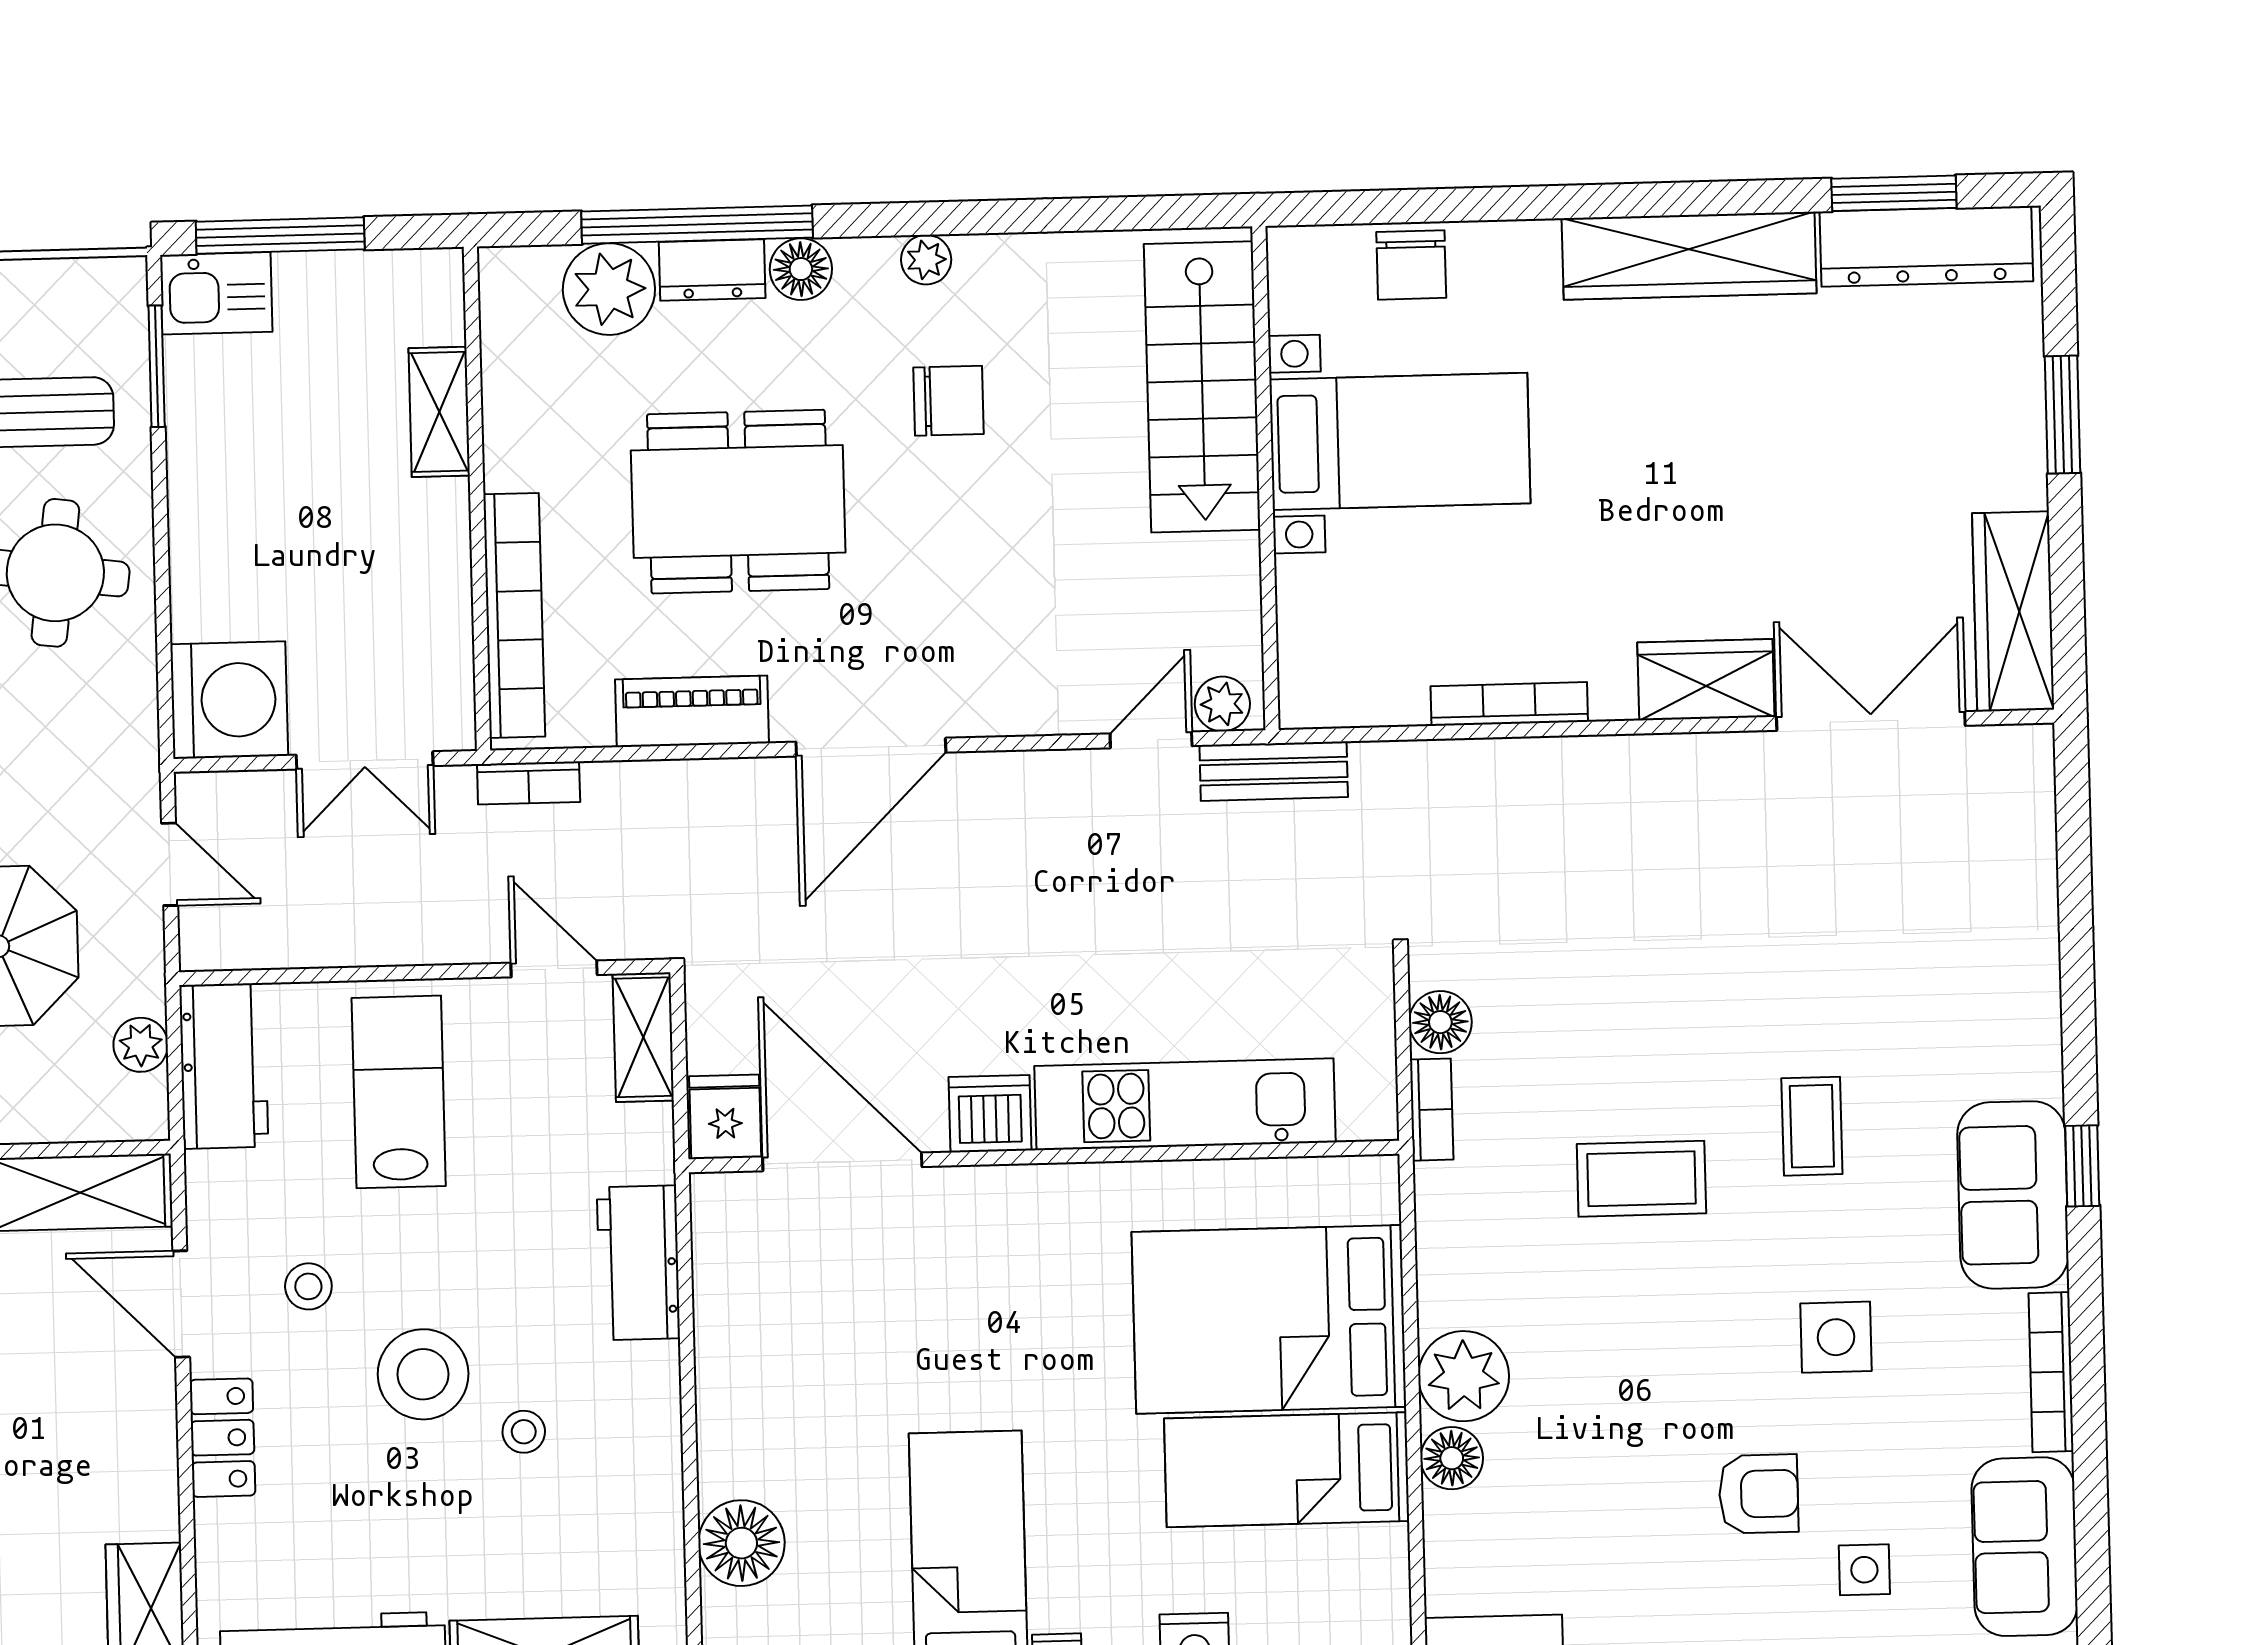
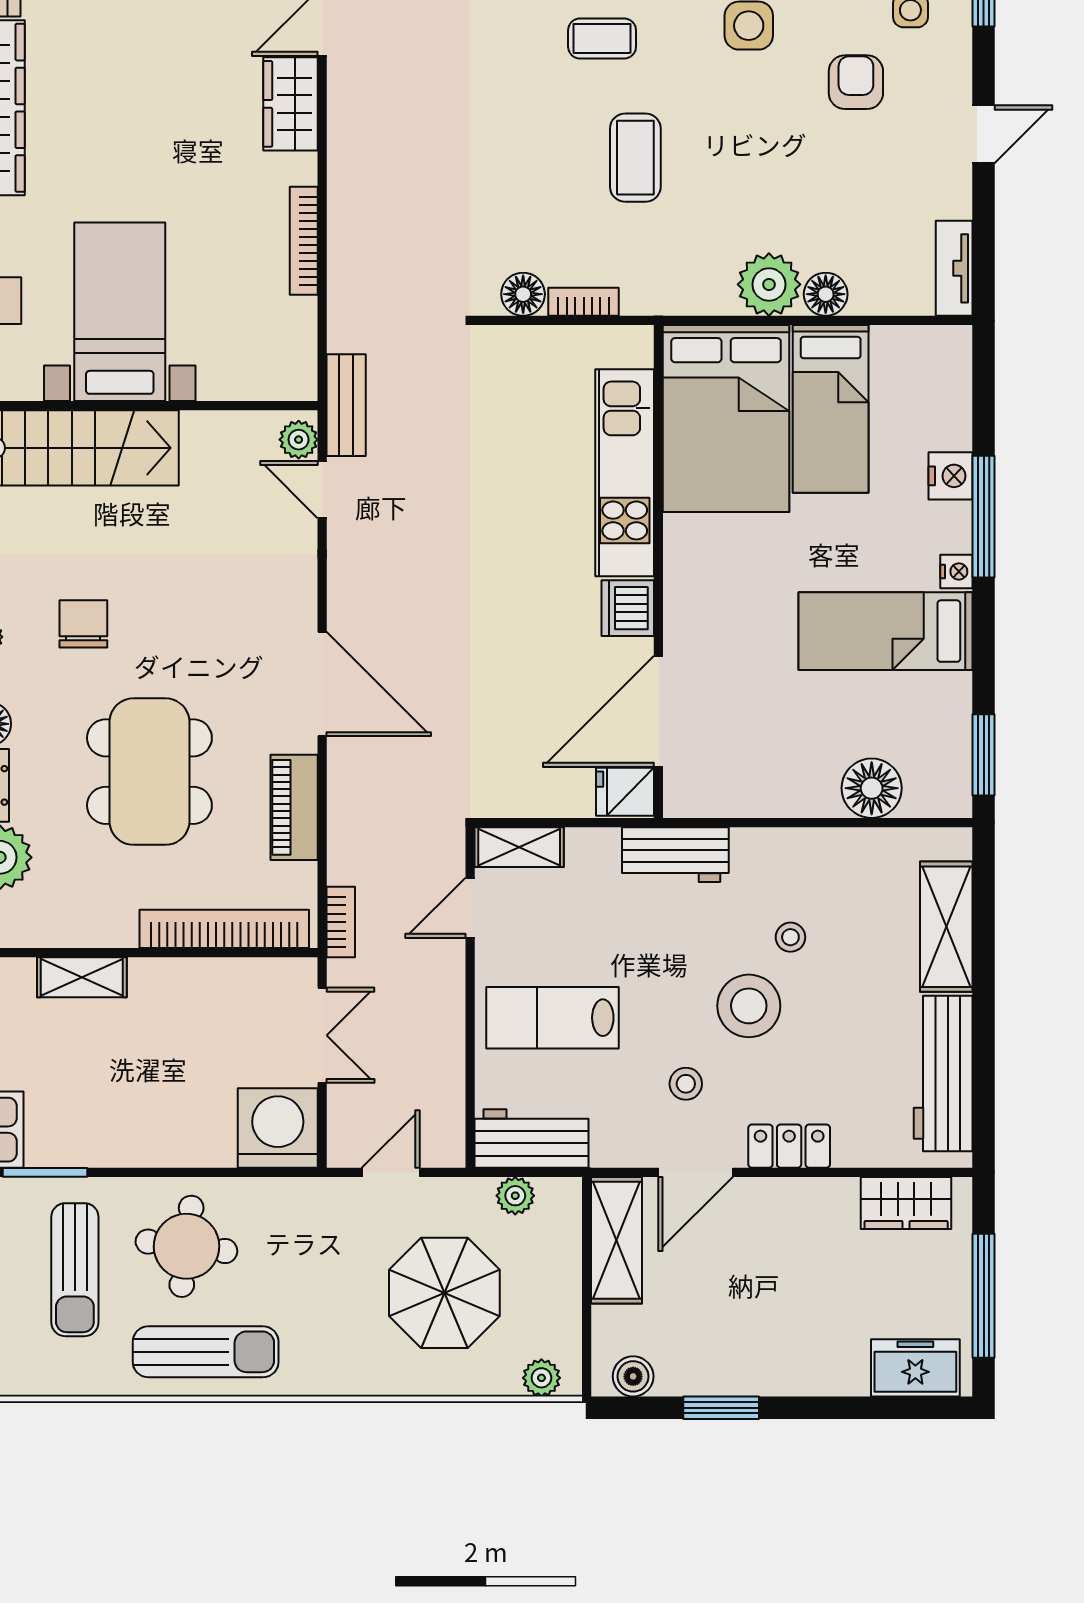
kitchen unit: (1185, 1104) -> (625, 473), moved
dishwasher: (990, 1114) -> (628, 608), moved
fridge: (725, 1117) -> (625, 792), moved
wall: (1044, 1157) -> (658, 571), moved
door: (842, 1162) -> (658, 711), moved

